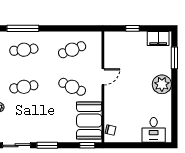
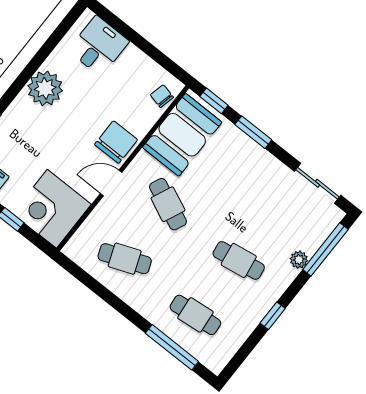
corner desk: (119, 46) -> (52, 209), added
plant: (162, 84) -> (45, 88), moved
chair: (114, 96) -> (116, 142), added
window: (47, 145) -> (253, 132), moved

